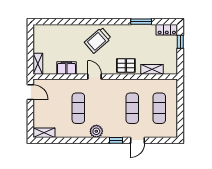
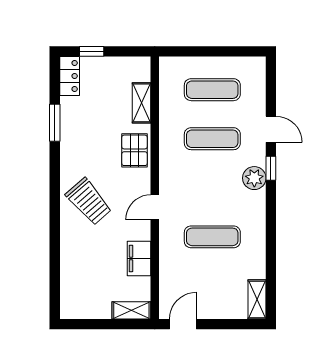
plant: (96, 131) -> (254, 178), moved

